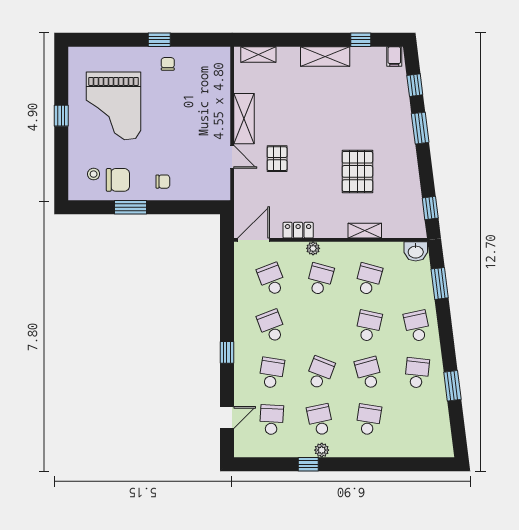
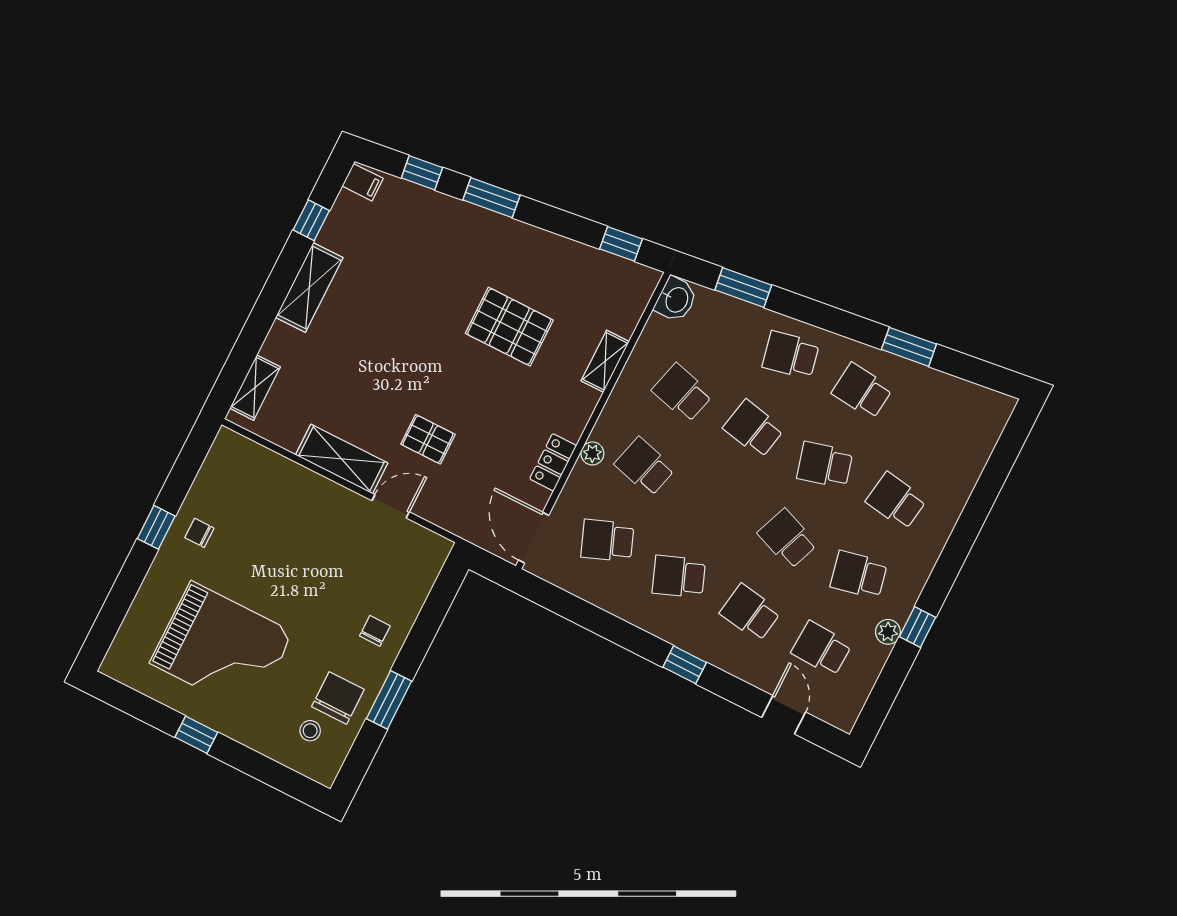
plant: (322, 450) -> (888, 632), moved

